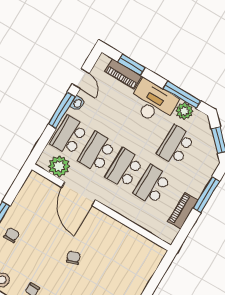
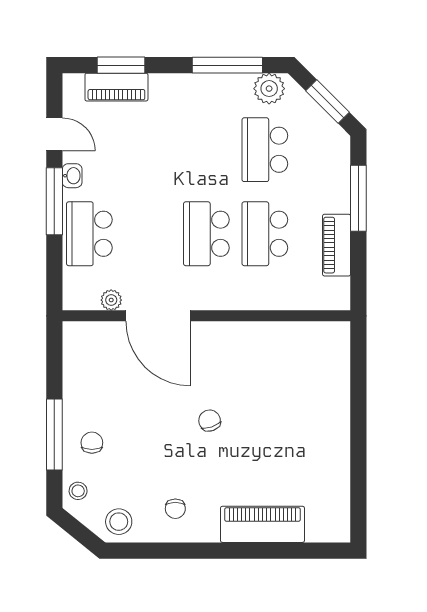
desk: (153, 102) -> (189, 104), removed
plant: (184, 111) -> (269, 89), moved
school desk: (97, 152) -> (148, 234), removed
plant: (59, 166) -> (111, 300), width x0.53, depth x0.53

